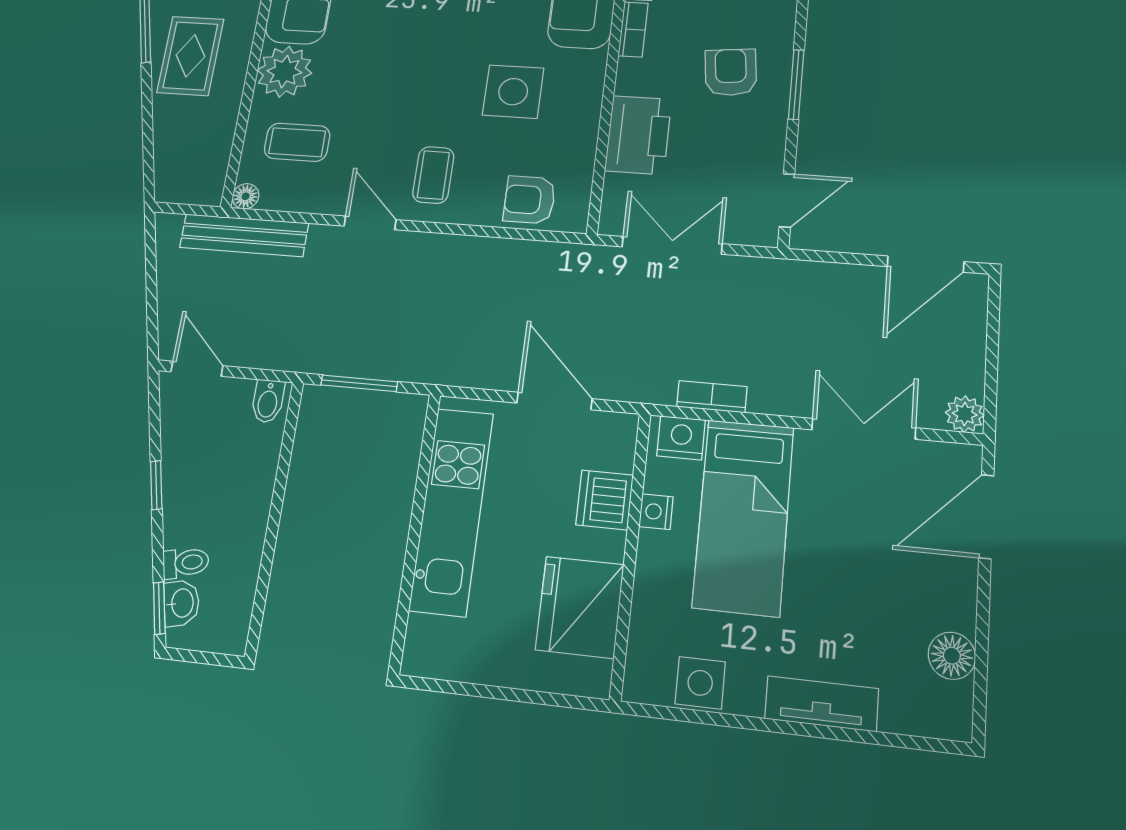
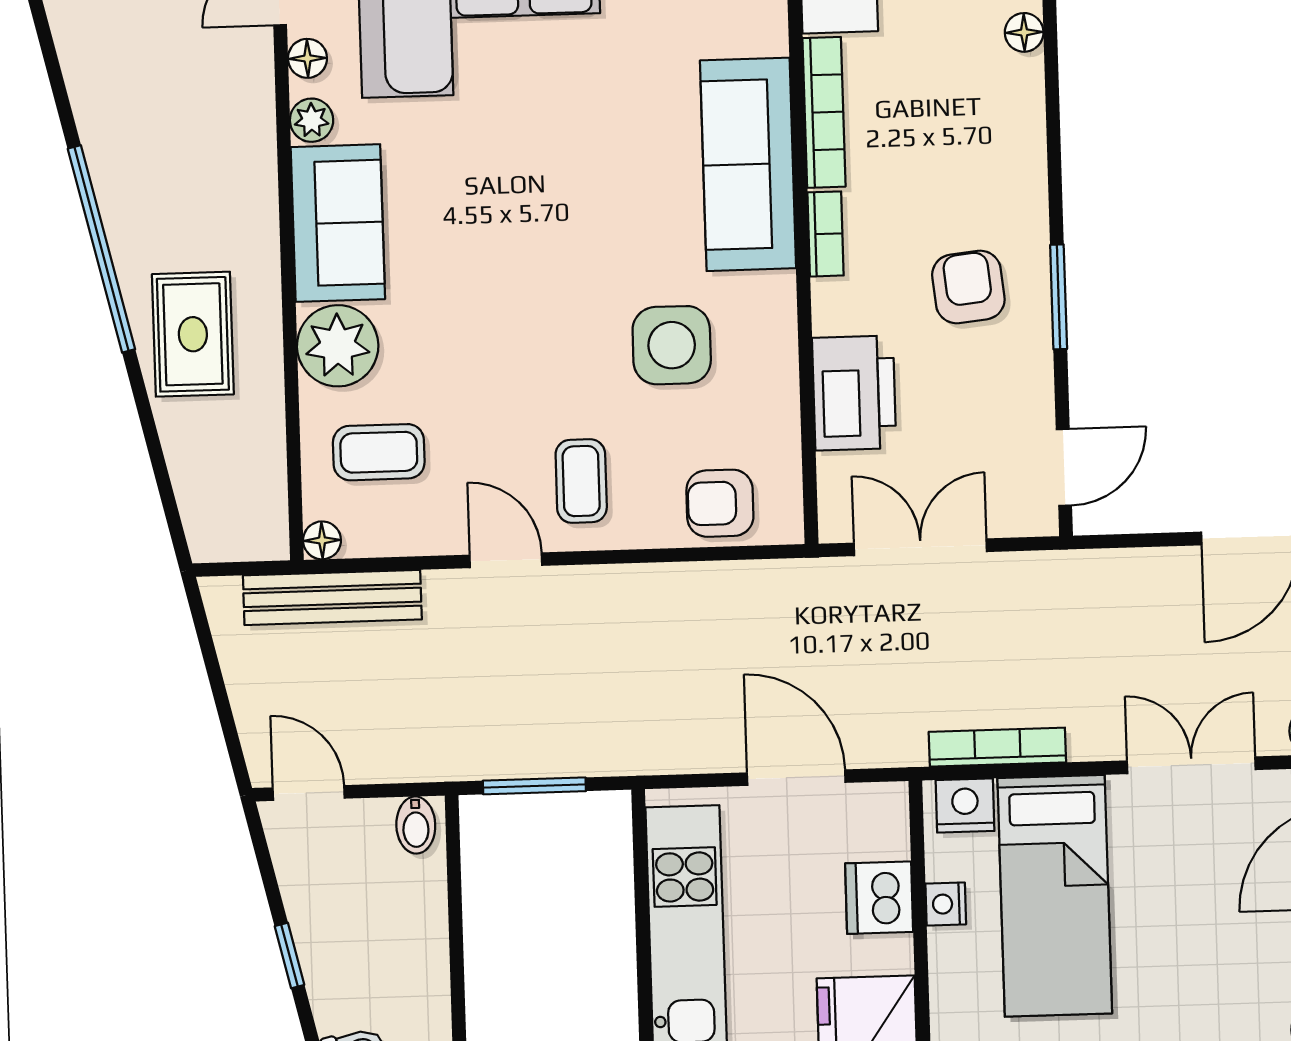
bookcase: (712, 397) -> (997, 747), width x1.56

